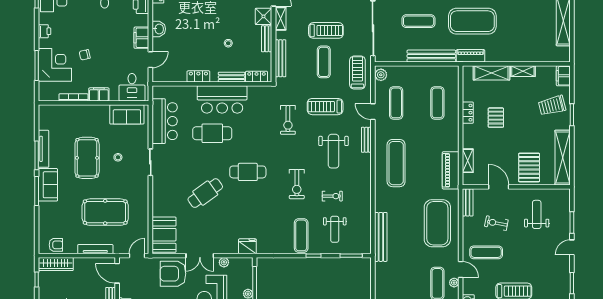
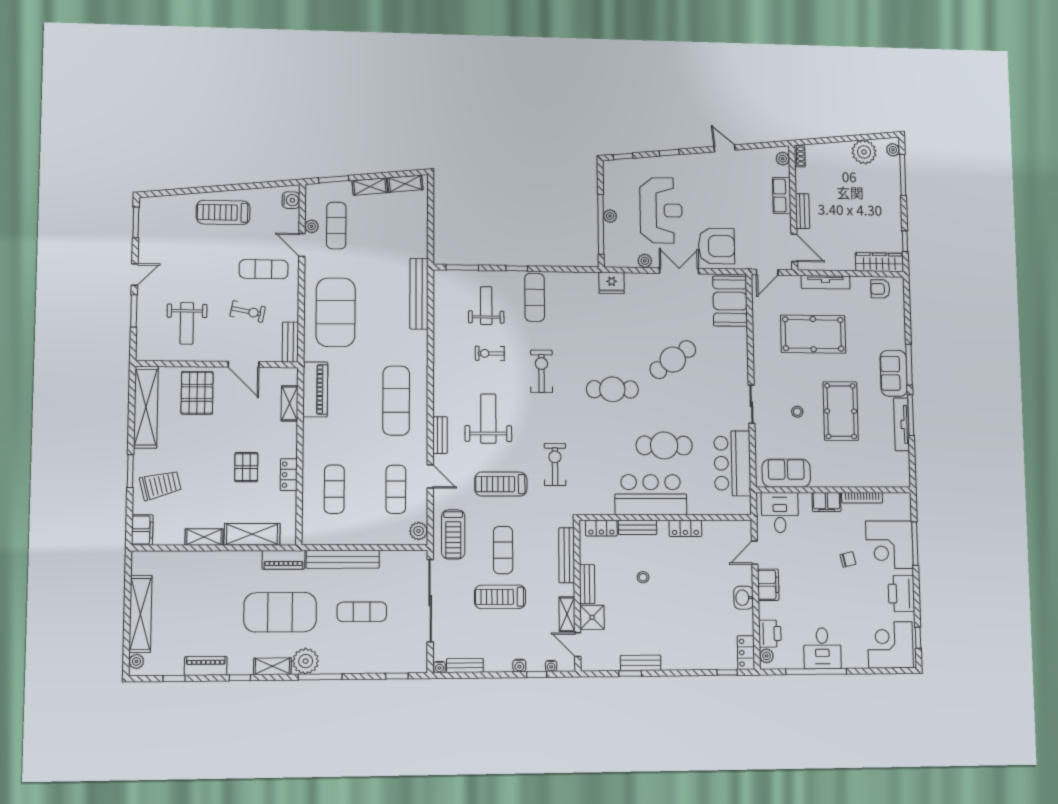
printer: (45, 31) -> (901, 593), width x1.87, depth x1.48
treadmill: (325, 107) -> (501, 484), turned 180

